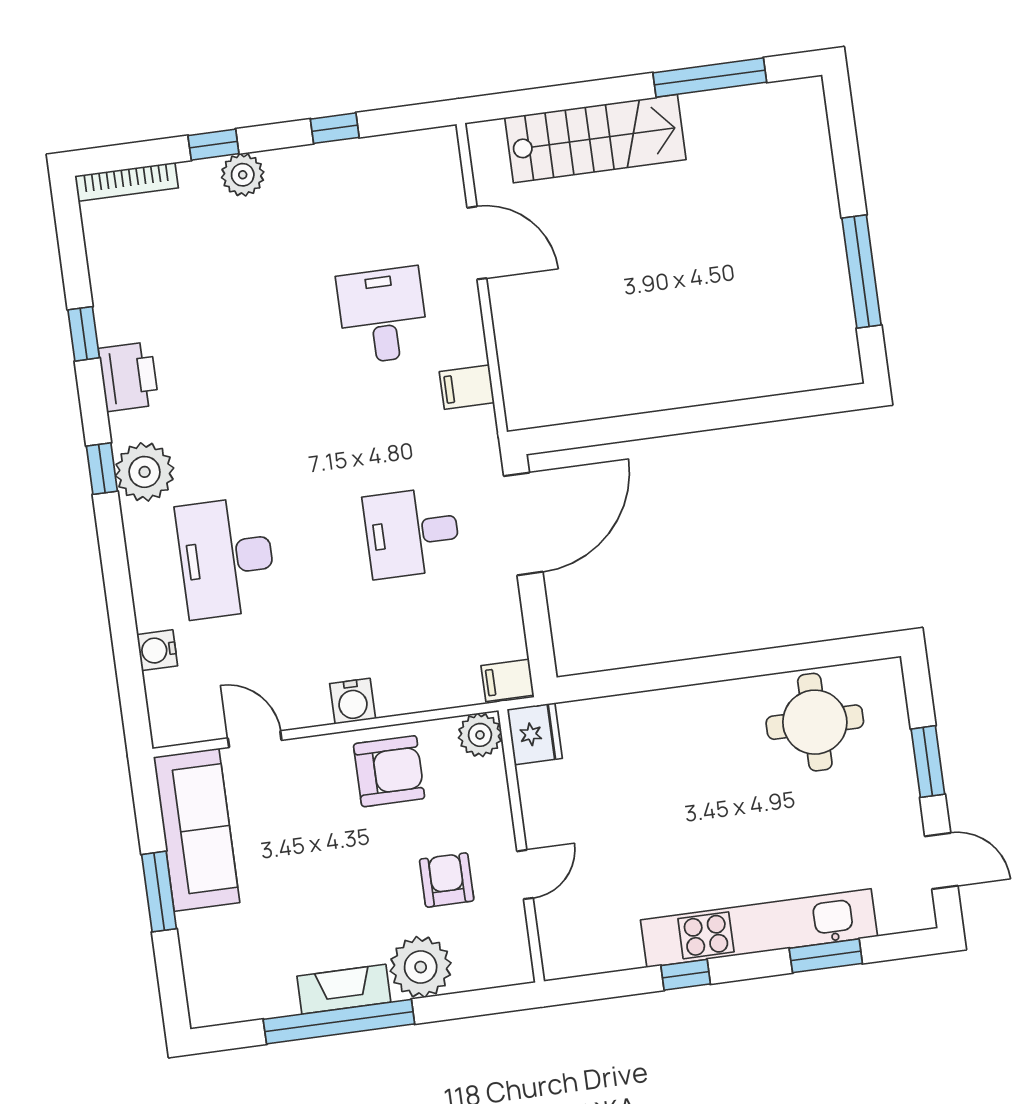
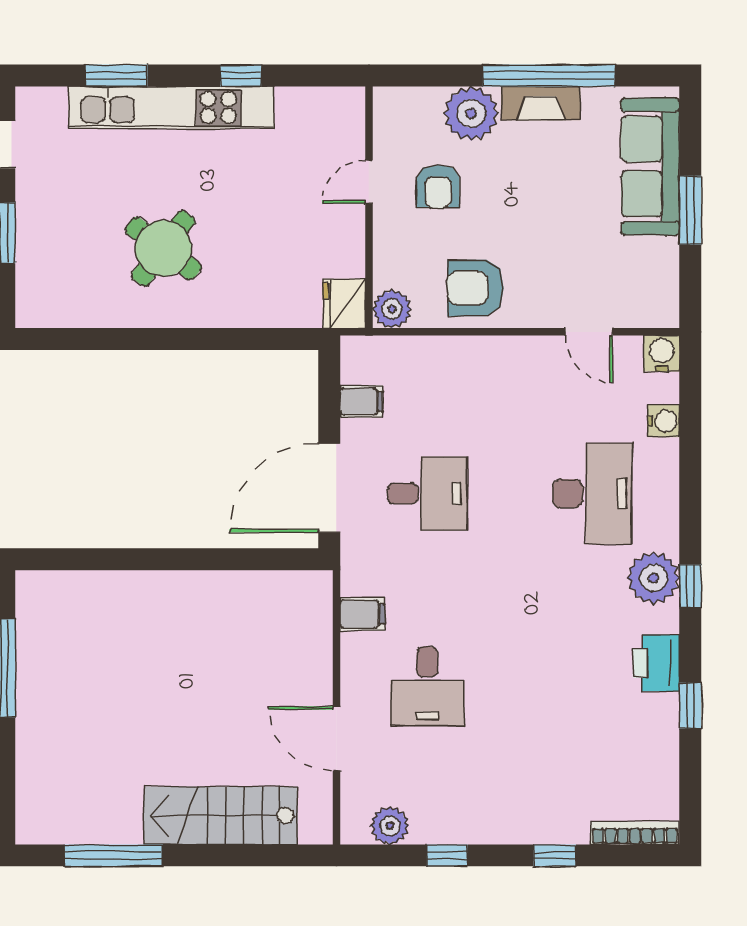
plant: (243, 175) -> (390, 826), moved
filing cabinet: (507, 680) -> (361, 401), moved
water cooler: (353, 701) -> (661, 353), moved
round table: (815, 722) -> (163, 248), moved, turned 37
sofa: (197, 830) -> (650, 167), moved

